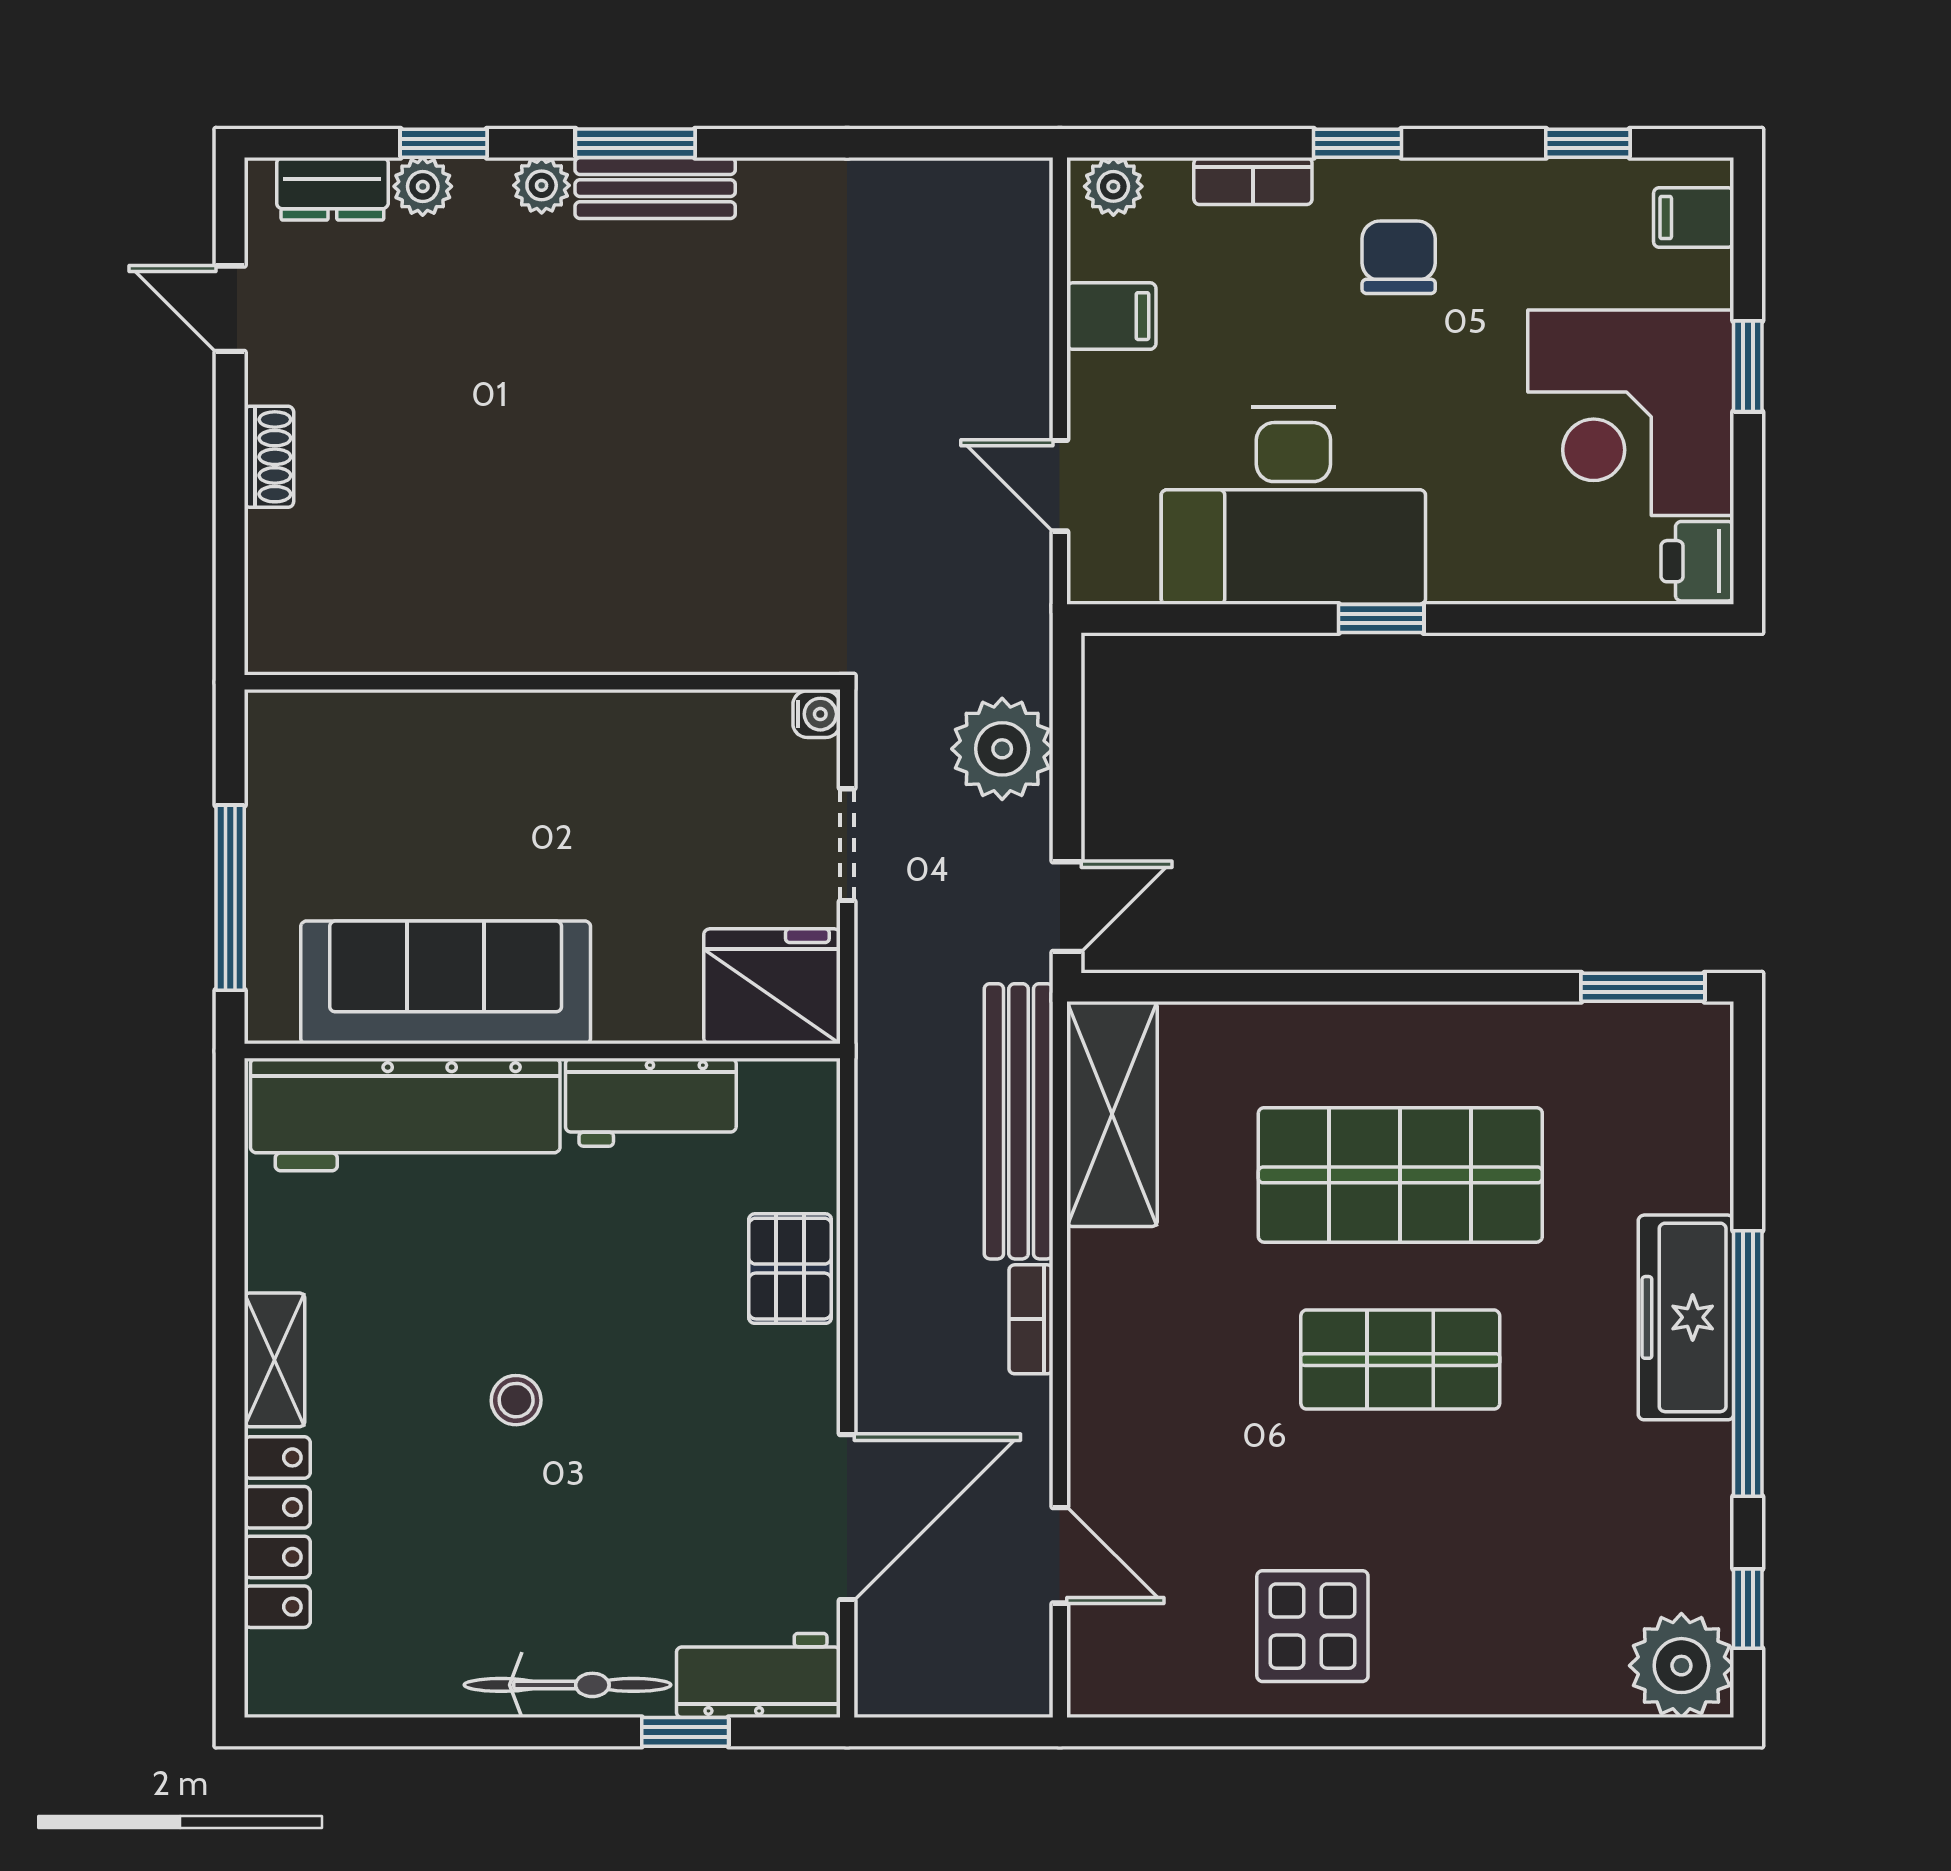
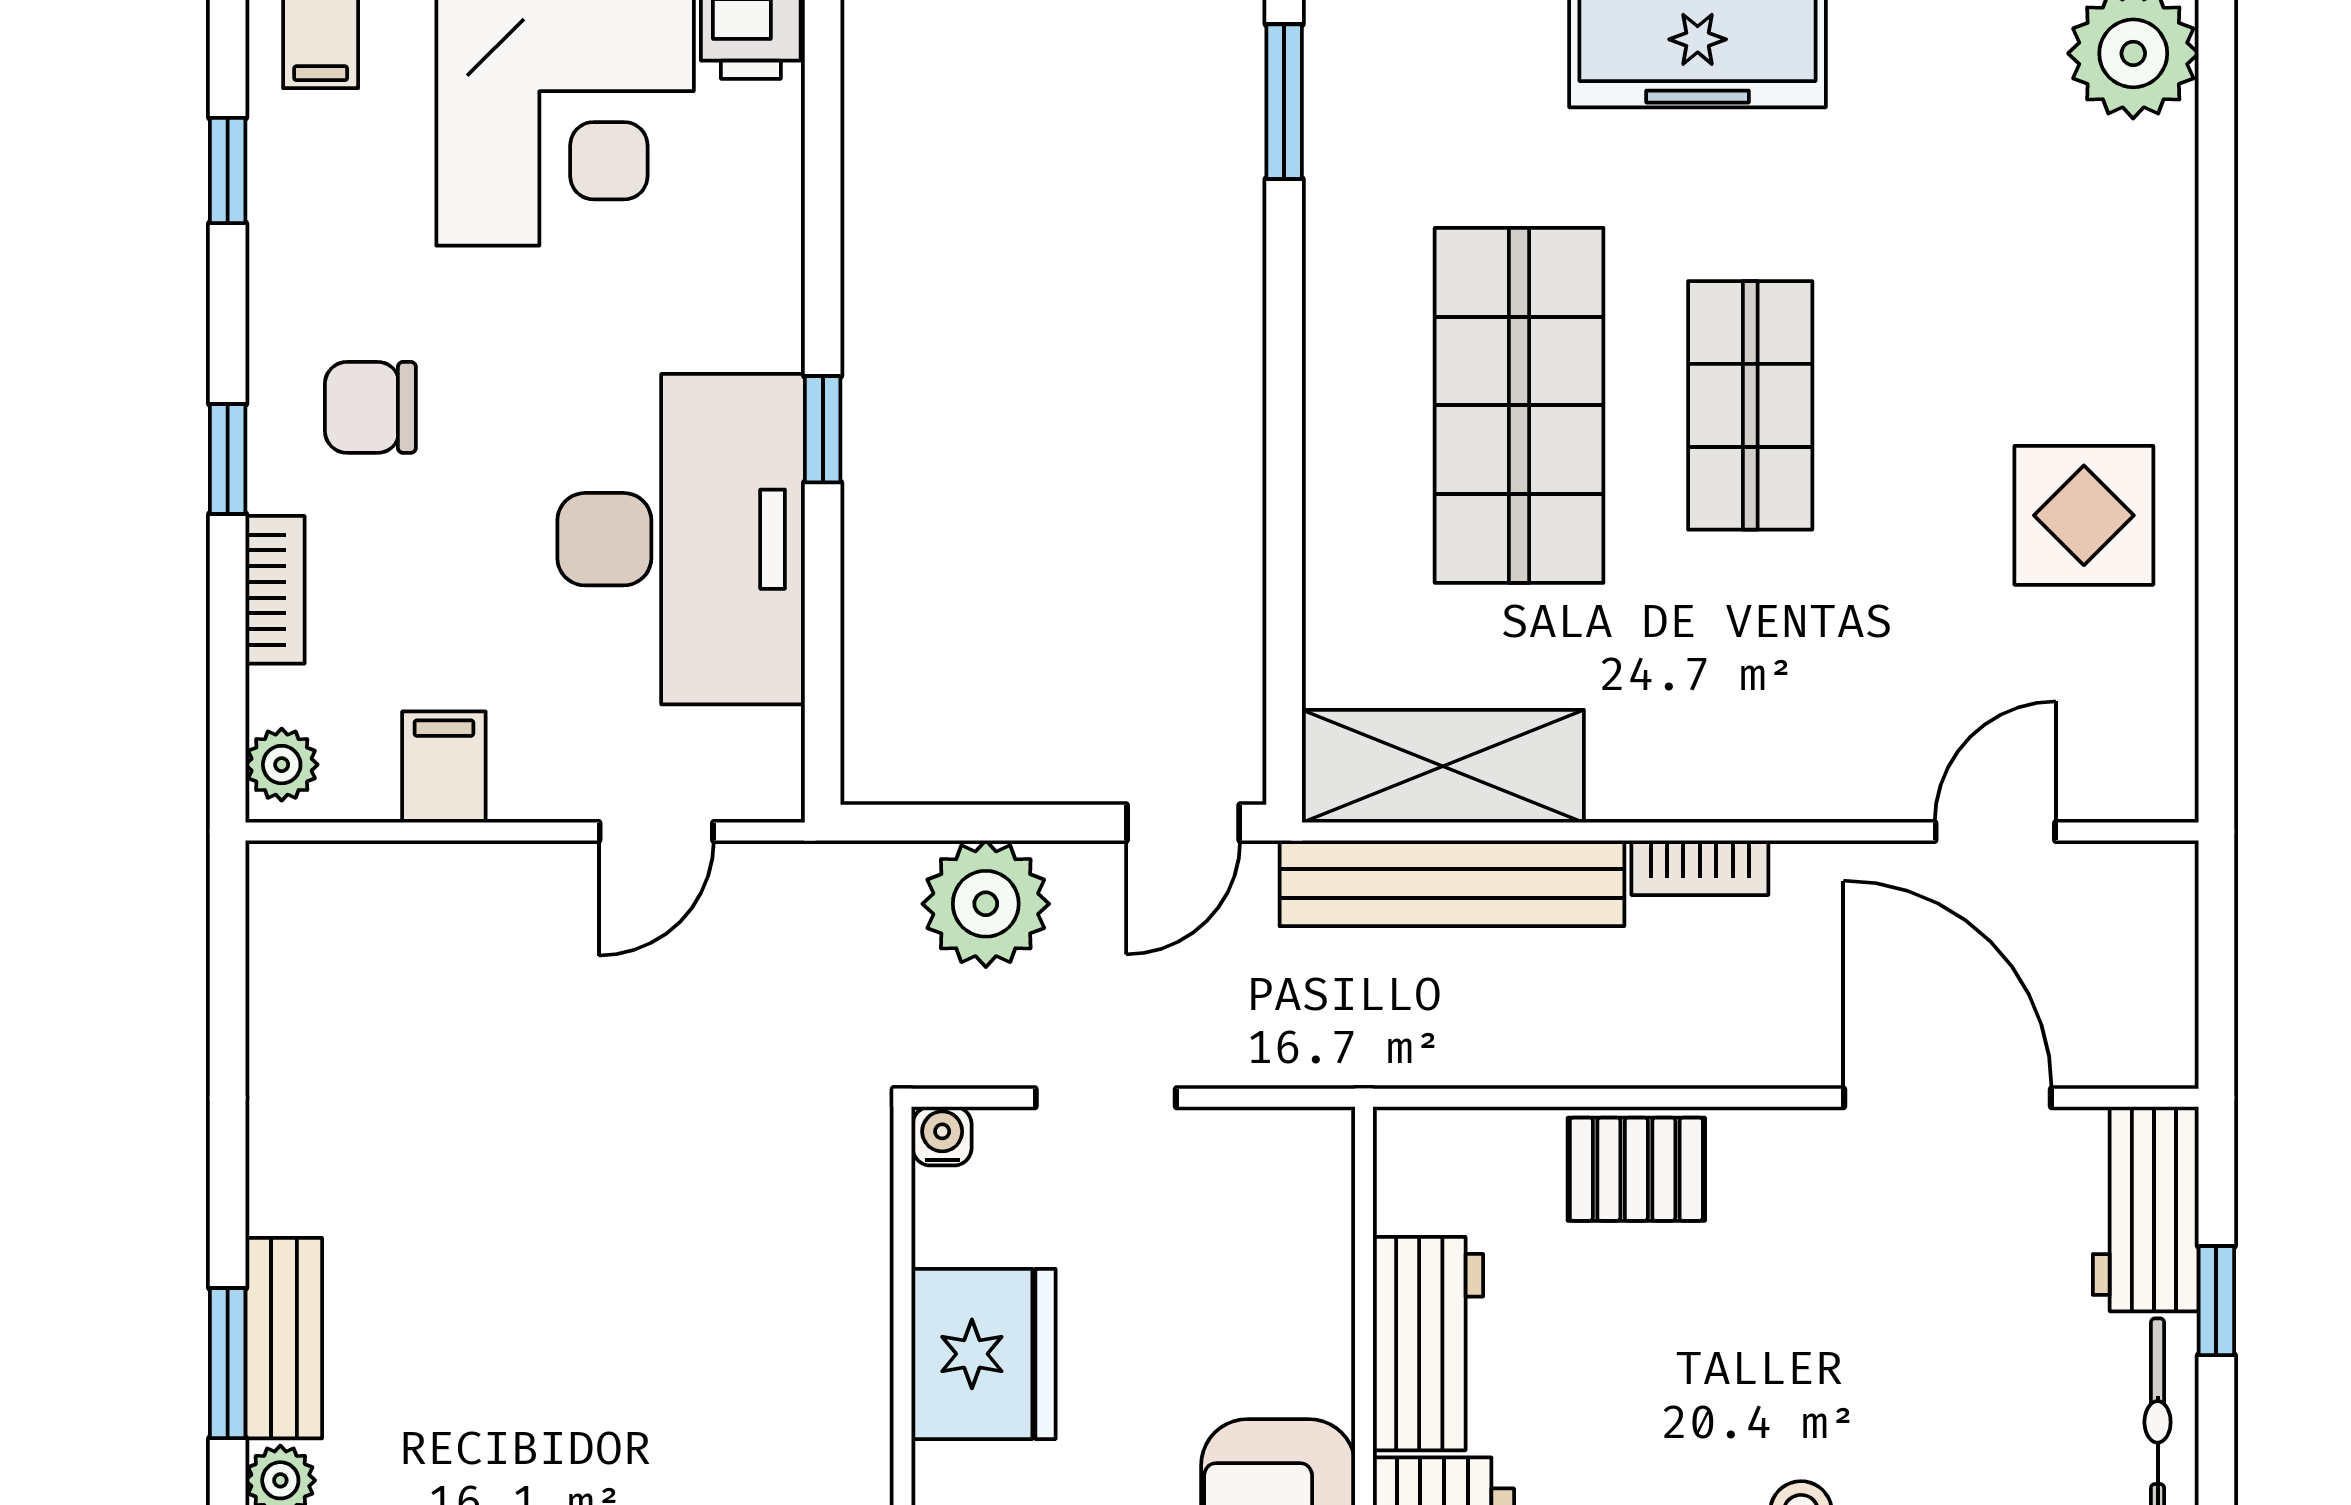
door: (1067, 907) -> (1183, 823), swing flipped
fridge: (772, 986) -> (983, 1354), moved, turned 180

